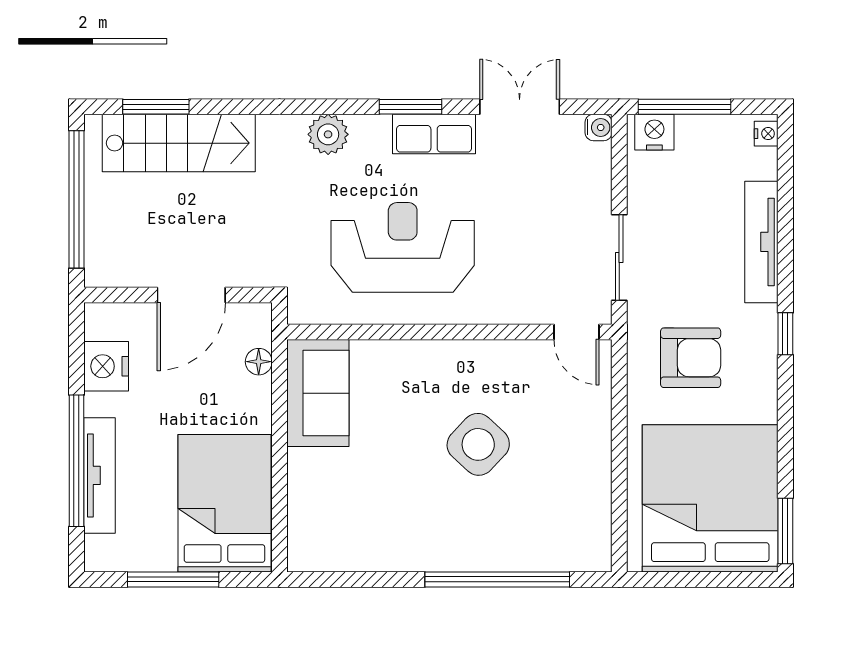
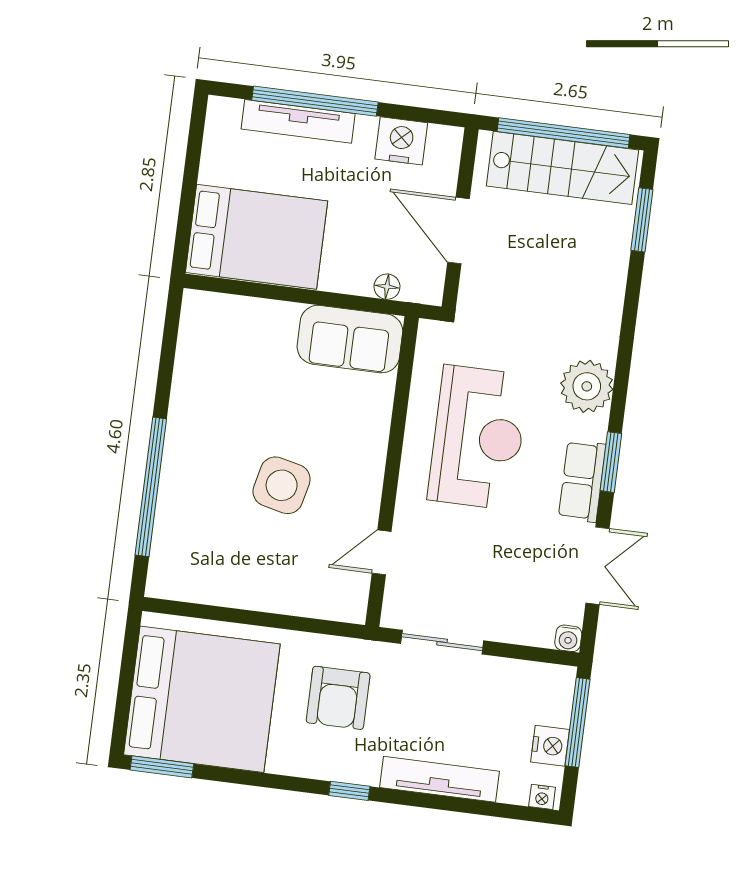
nightstand: (654, 132) -> (550, 746), moved
plant: (328, 134) -> (587, 386), width x1.36, depth x1.36
stairs: (179, 143) -> (563, 168), moved, turned -90
door: (576, 332) -> (382, 552), moved
side table: (478, 444) -> (282, 485), turned -30
window: (173, 579) -> (190, 179), removed

